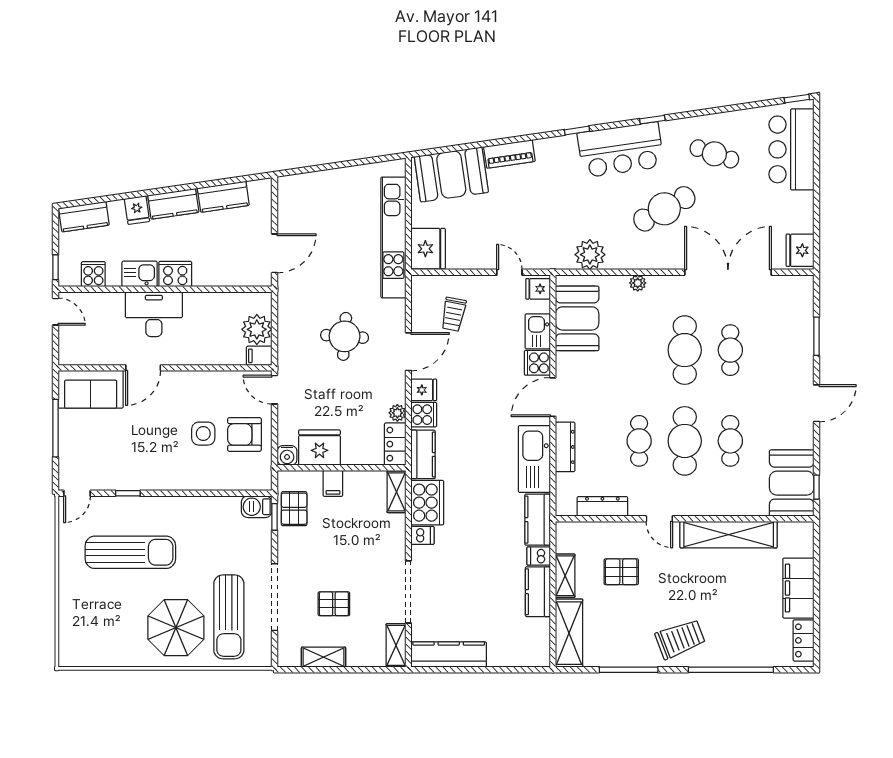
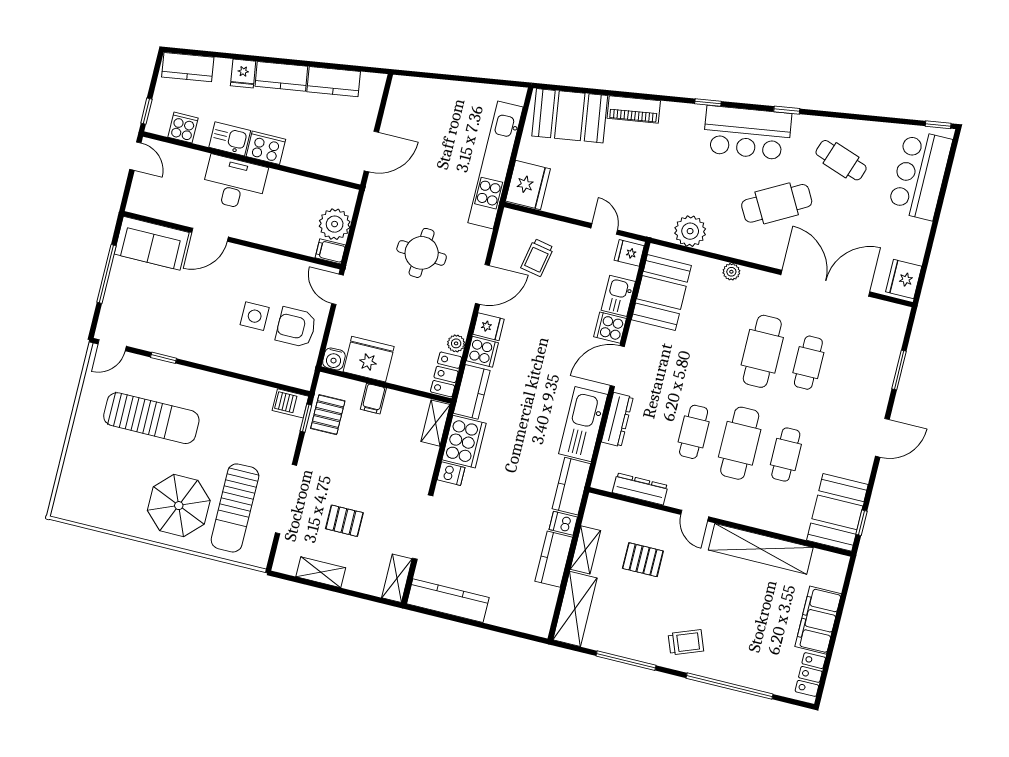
trolley: (680, 639) -> (686, 642), width x0.73, depth x0.72

